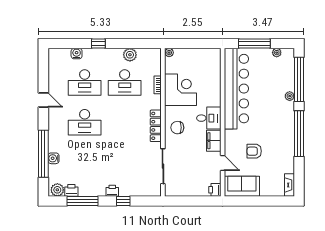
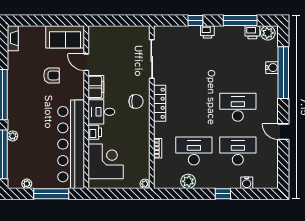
corner desk: (181, 90) -> (106, 161), moved, turned 180
printer: (215, 190) -> (95, 132), moved

